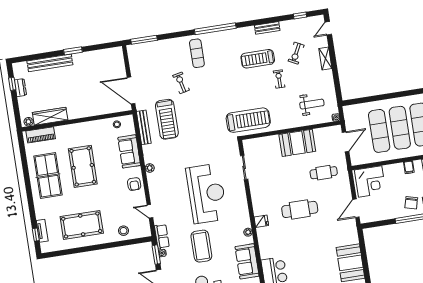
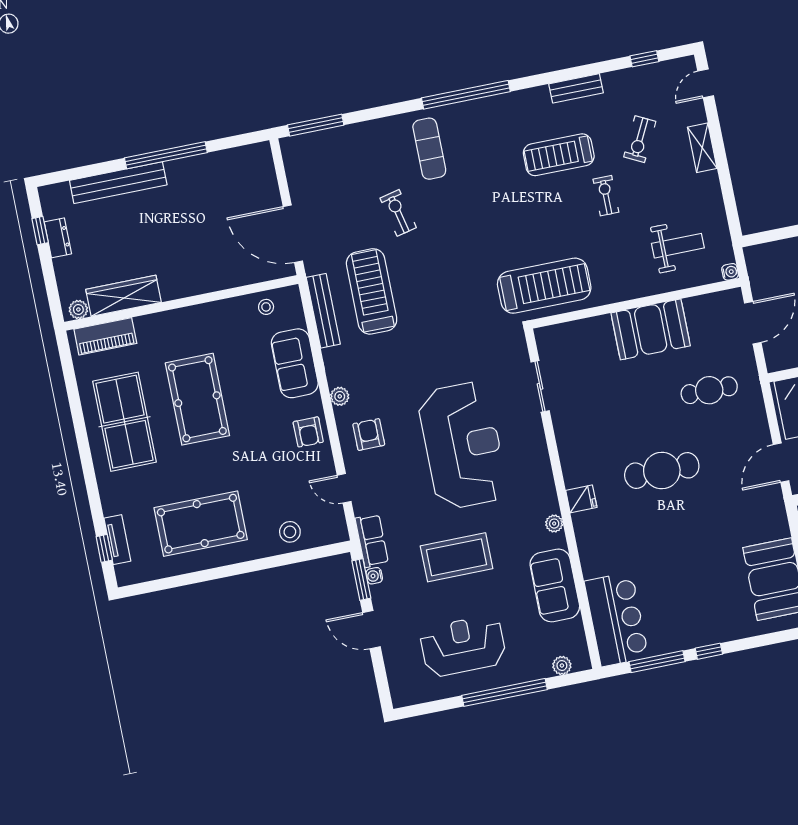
window: (73, 51) -> (166, 155), width x2.11
treadmill: (167, 119) -> (372, 291), turned 180
armchair: (163, 186) -> (369, 434), added
coffee table: (201, 246) -> (457, 557), turned 90

